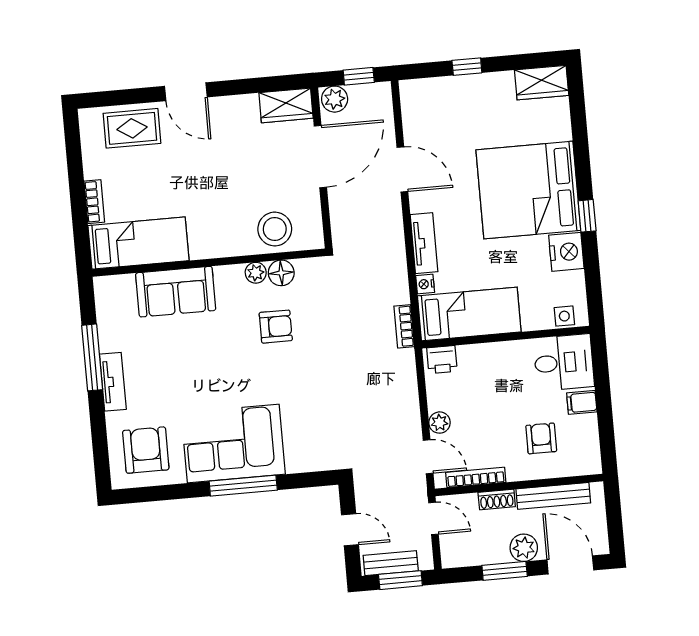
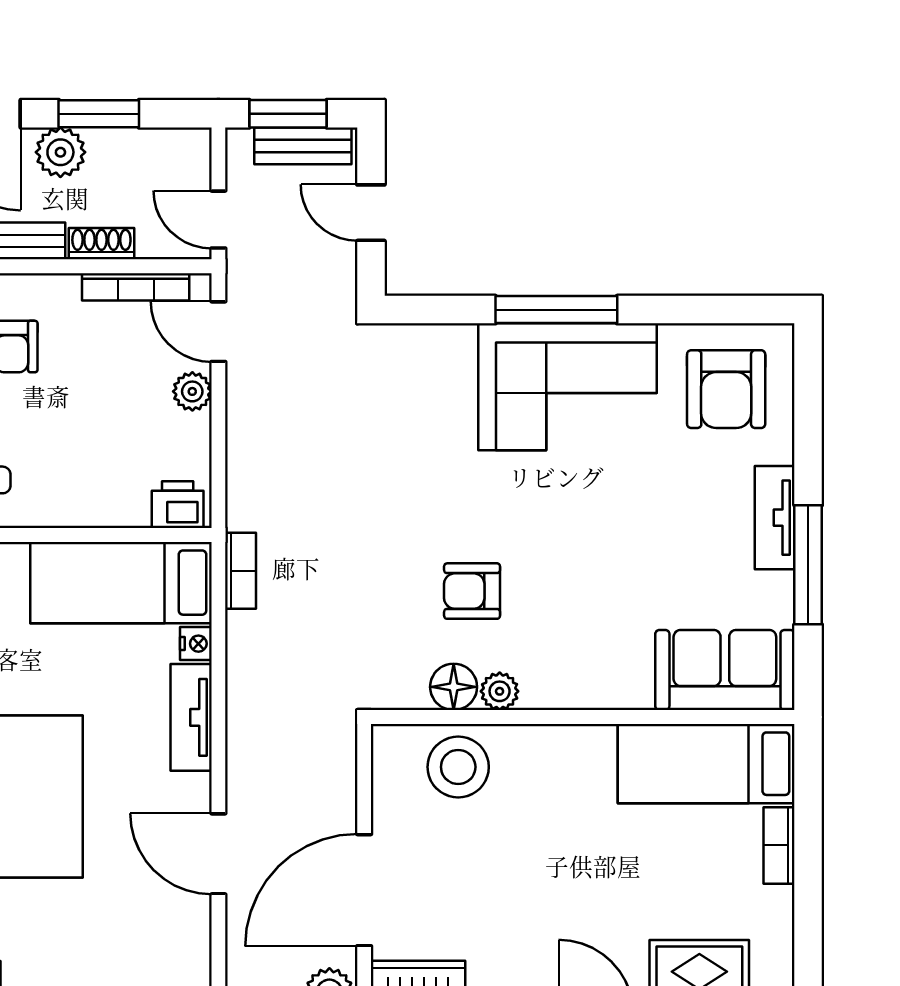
sofa: (176, 292) -> (725, 670), moved

